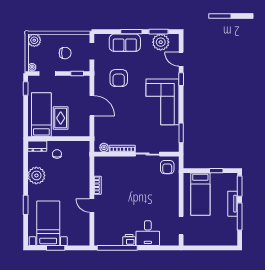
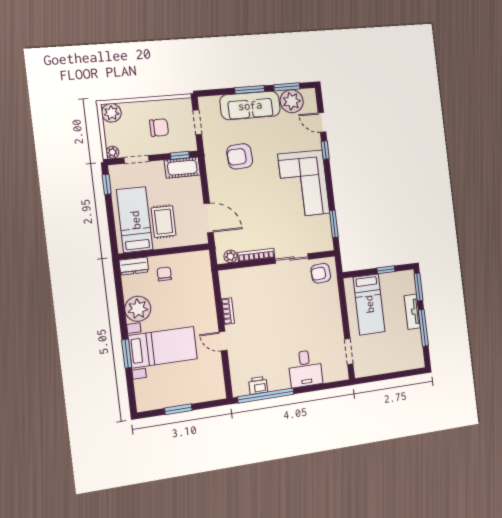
sofa: (125, 43) -> (250, 105), width x1.36
armchair: (119, 78) -> (240, 156), turned 87
cot: (78, 82) -> (182, 168), added
door: (92, 106) -> (209, 218), moved
armchair: (167, 167) -> (321, 273), turned 86
bed with nightstands: (48, 223) -> (163, 347), moved, turned 90
printer: (129, 240) -> (258, 385), moved

